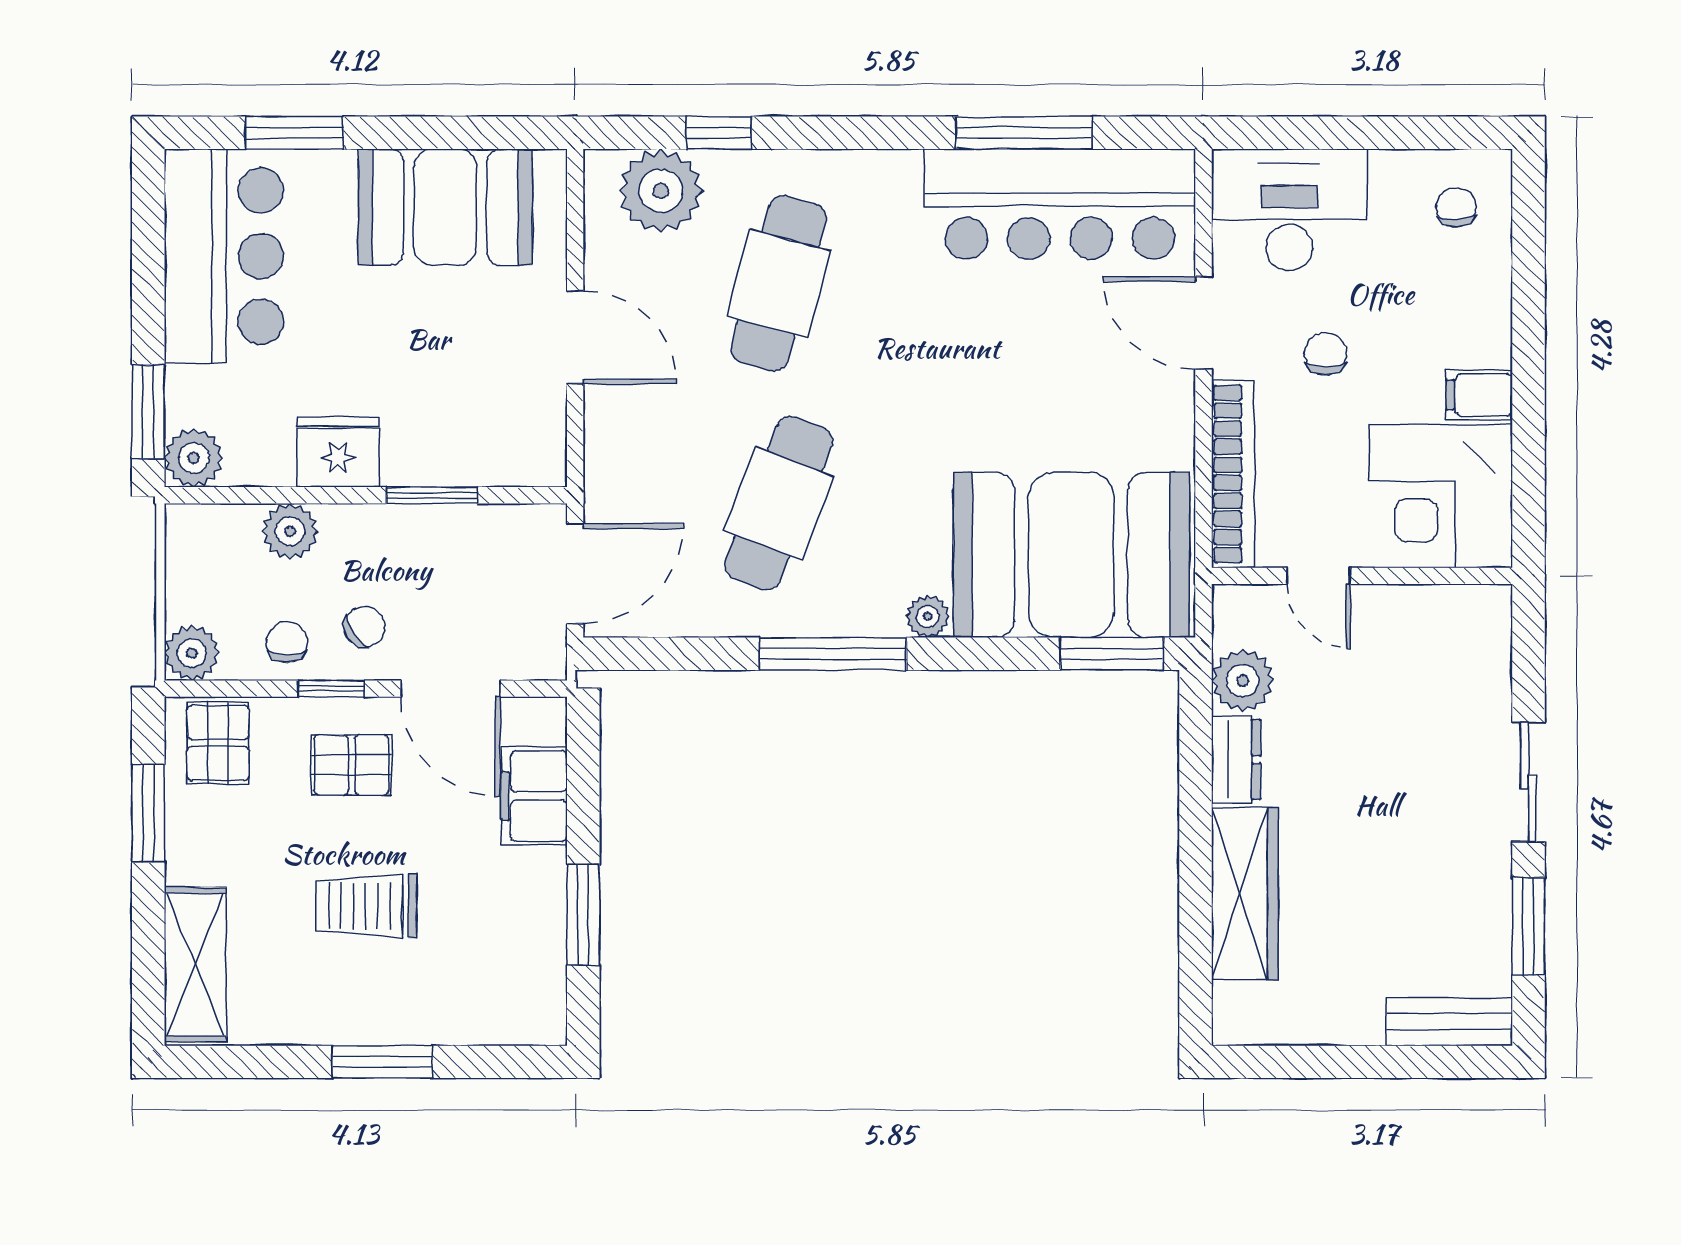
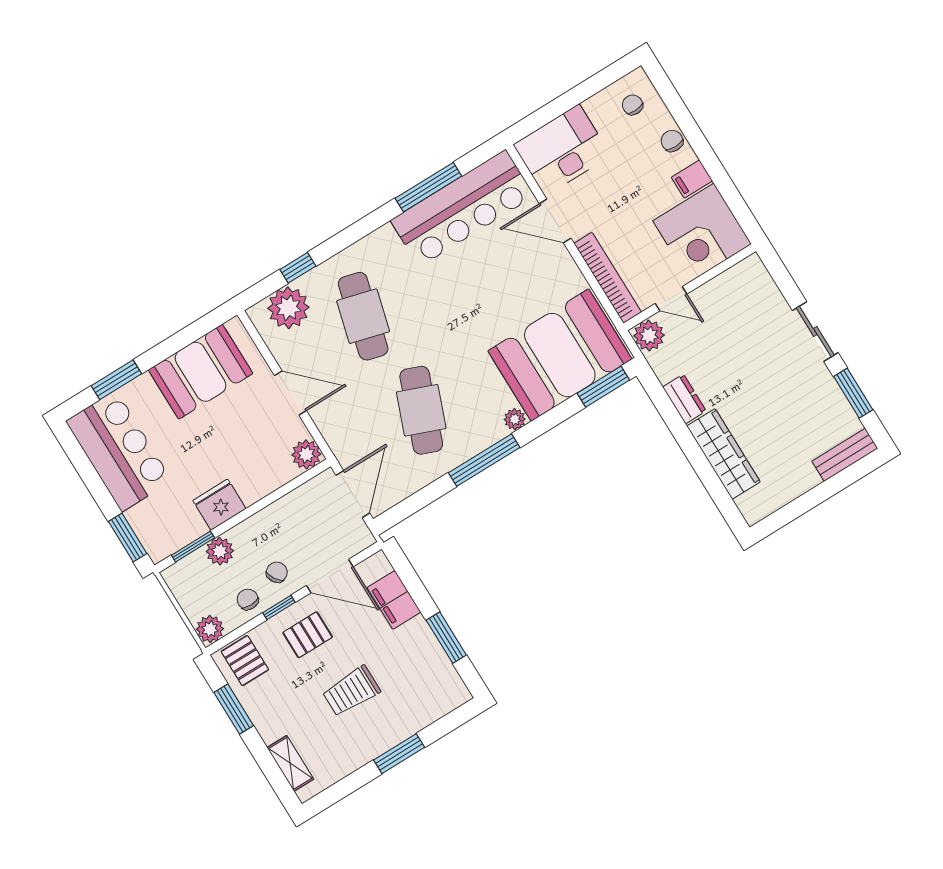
chair: (1325, 354) -> (672, 141), moved
plant: (194, 458) -> (306, 454), moved
window: (432, 495) -> (193, 547), moved
plant: (1243, 681) -> (649, 335), moved
shelving: (195, 964) -> (290, 763), width x0.67, depth x0.75

